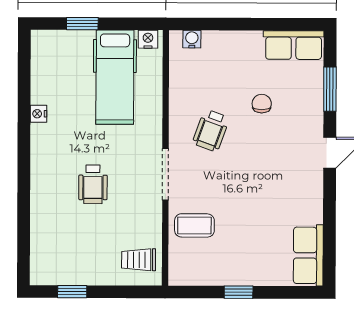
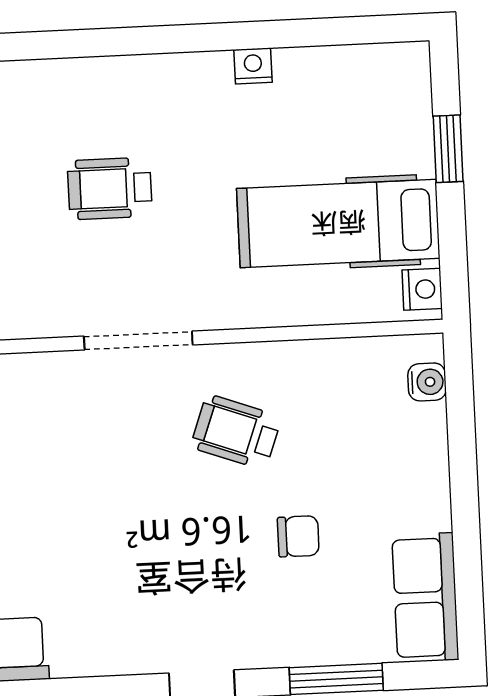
coffee table: (194, 225) -> (34, 407), removed

